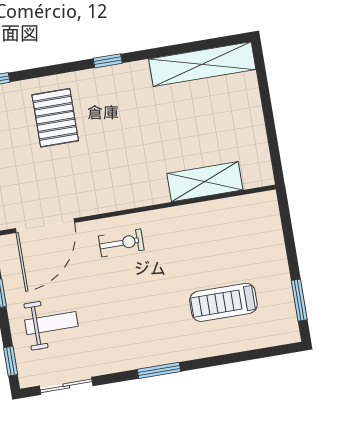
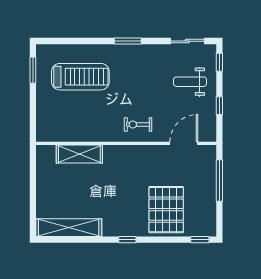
pallet: (55, 118) -> (166, 210), width x1.37, depth x1.41
door: (45, 226) -> (184, 143), width x0.73
treadmill: (223, 302) -> (80, 77), width x1.37, depth x1.38

